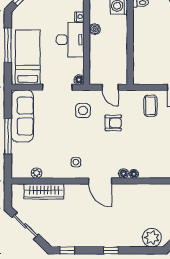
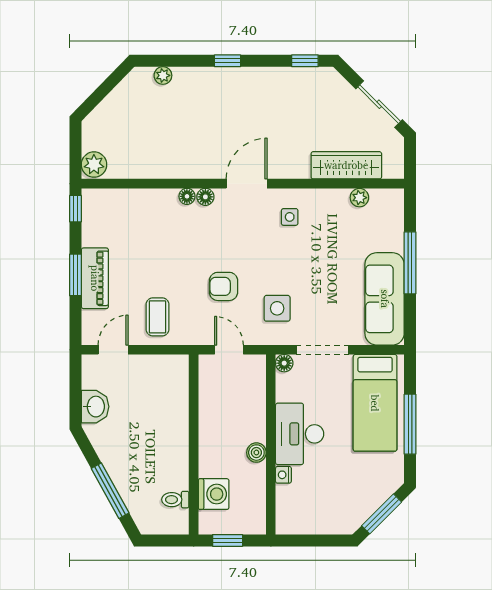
door: (100, 181) -> (247, 184), hinge flipped
plant: (152, 238) -> (163, 75), width x0.53, depth x0.53

